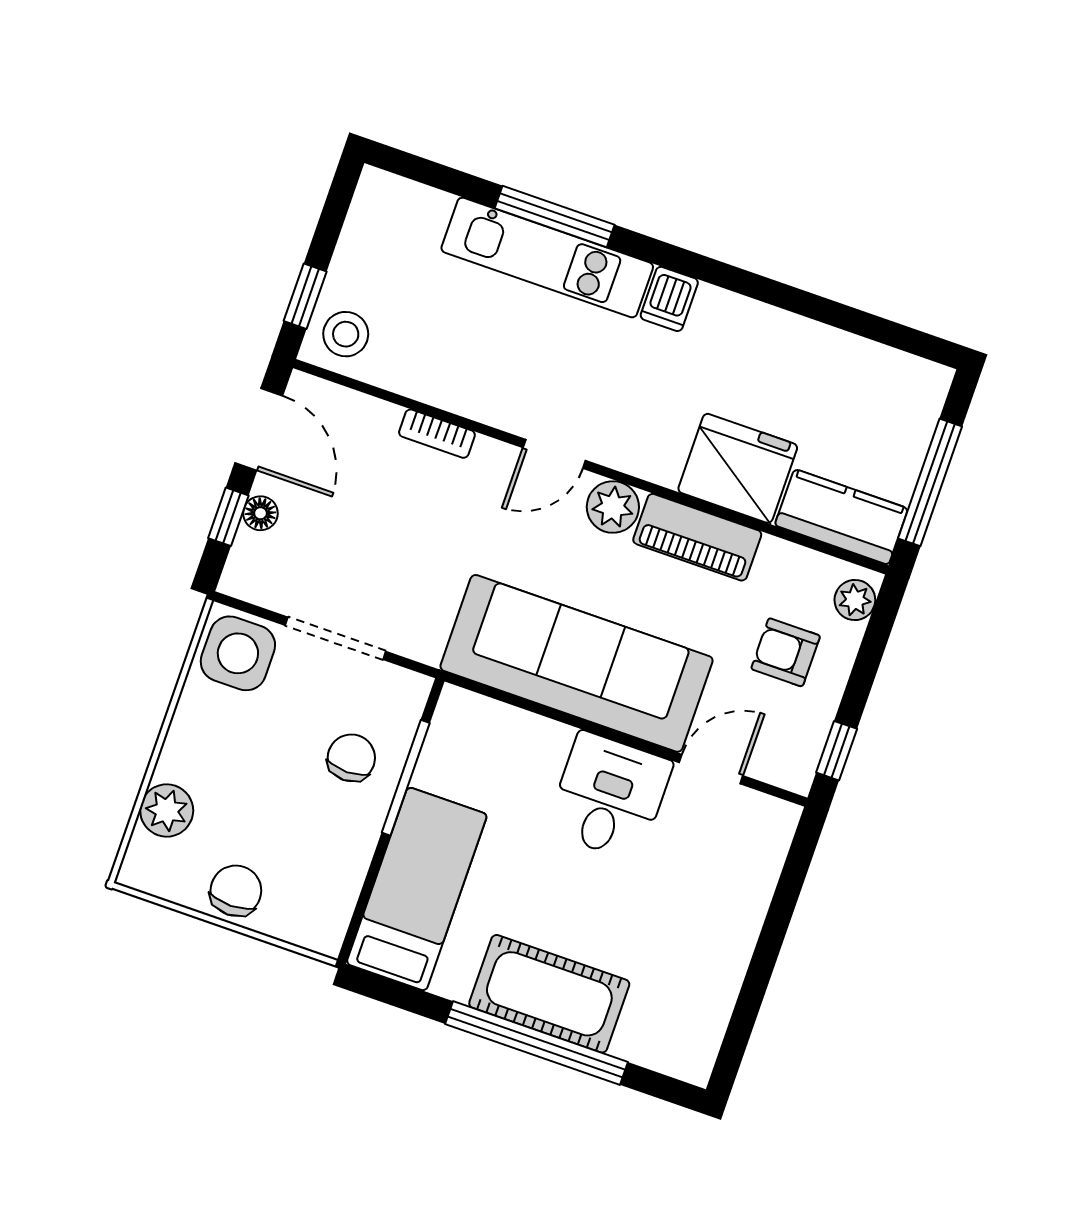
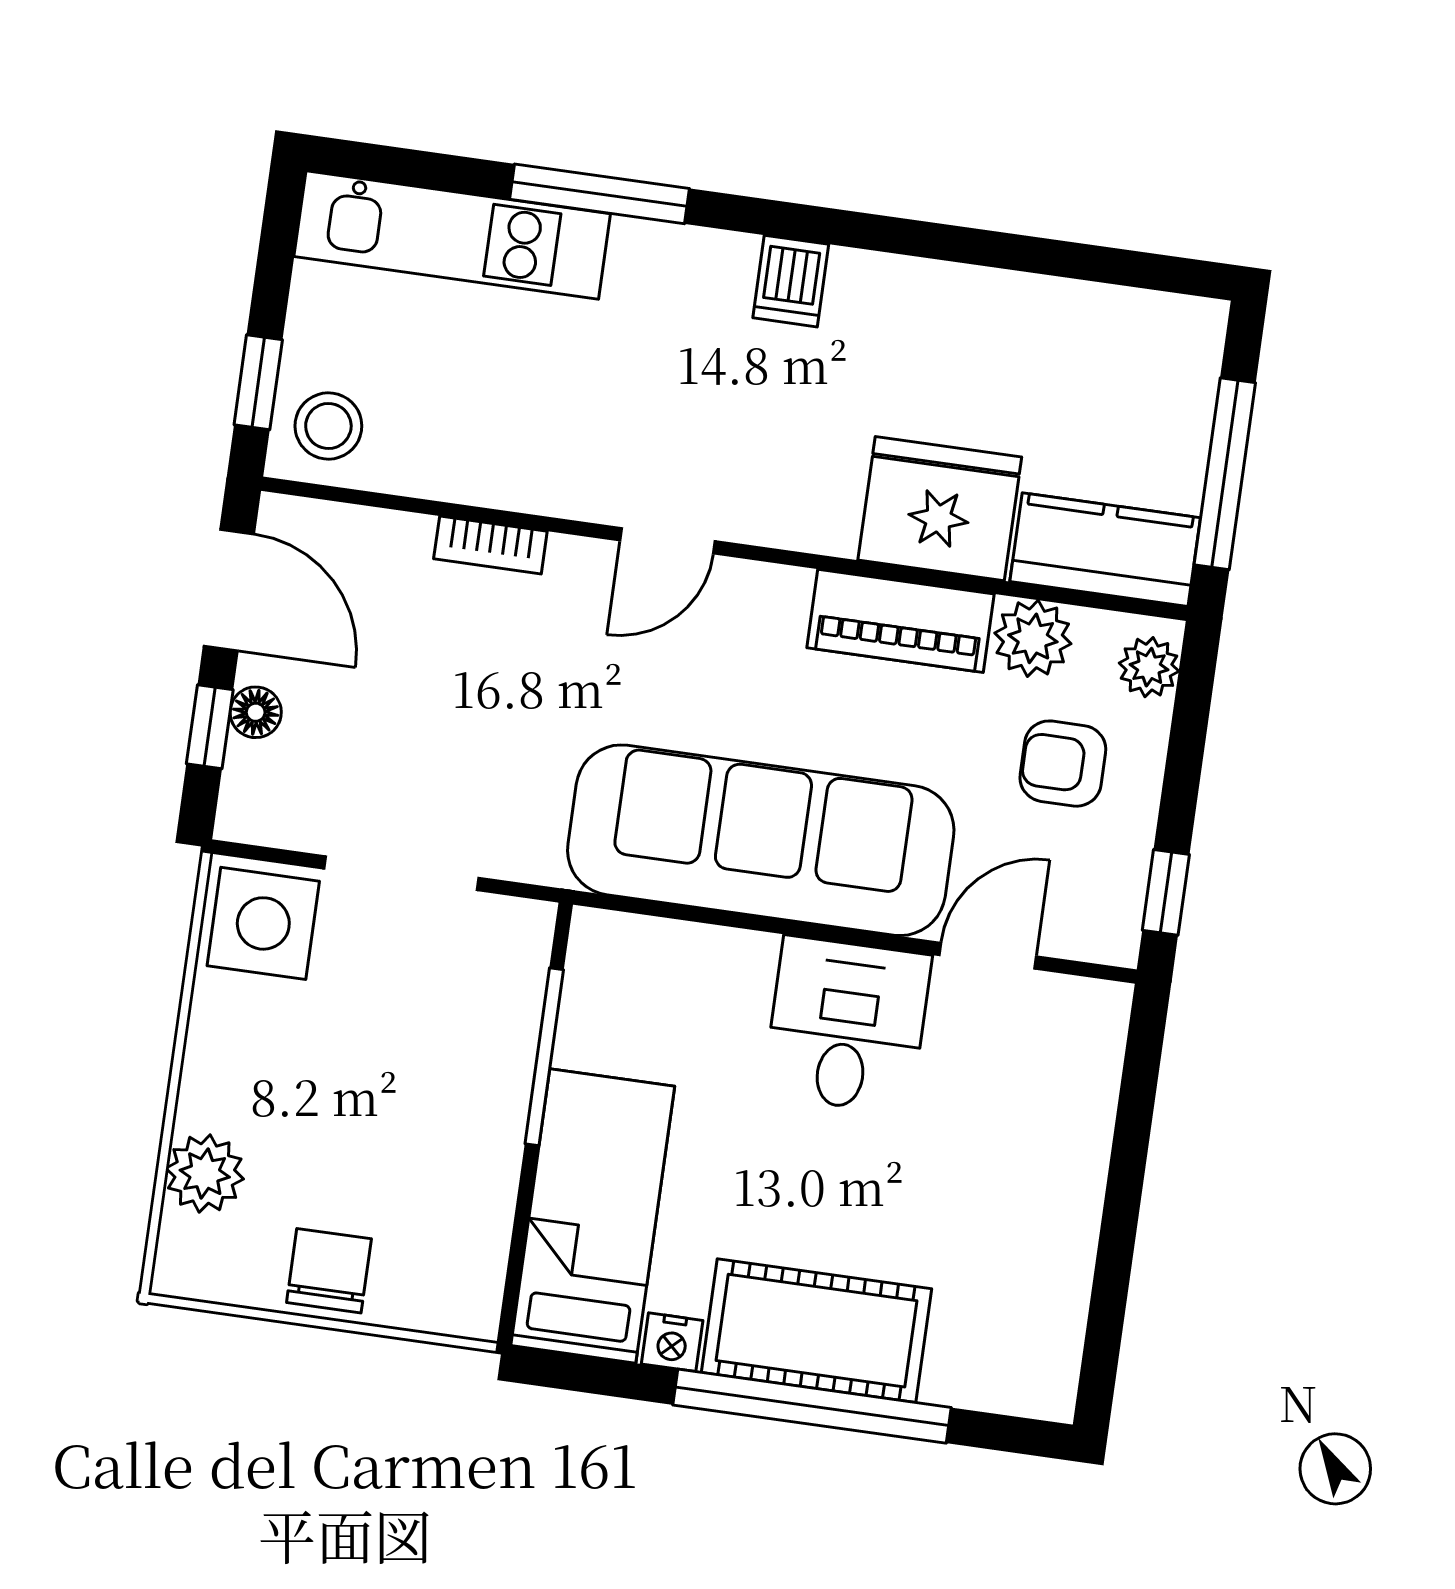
kitchen unit: (547, 258) -> (452, 235), moved
plant: (613, 507) -> (1033, 638), moved
chair: (351, 758) -> (459, 1043), removed
nightstand: (453, 983) -> (672, 1342), added

